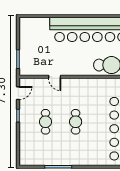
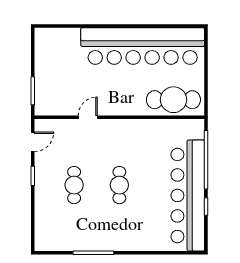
door: (55, 77) -> (88, 117), swing flipped

